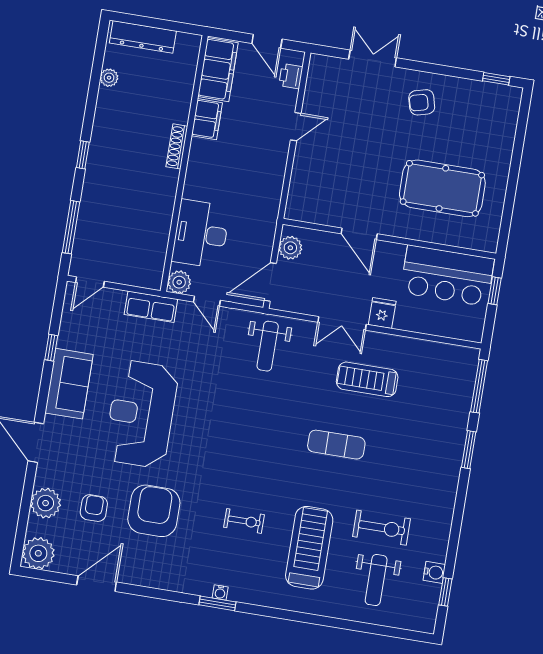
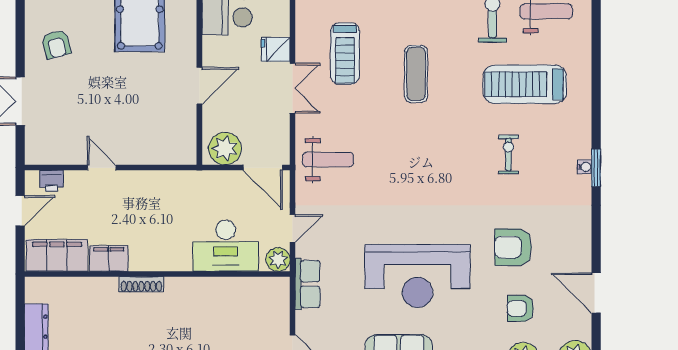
plant: (290, 248) -> (225, 149), width x1.36, depth x1.36
armchair: (154, 511) -> (513, 247), width x0.73, depth x0.73

